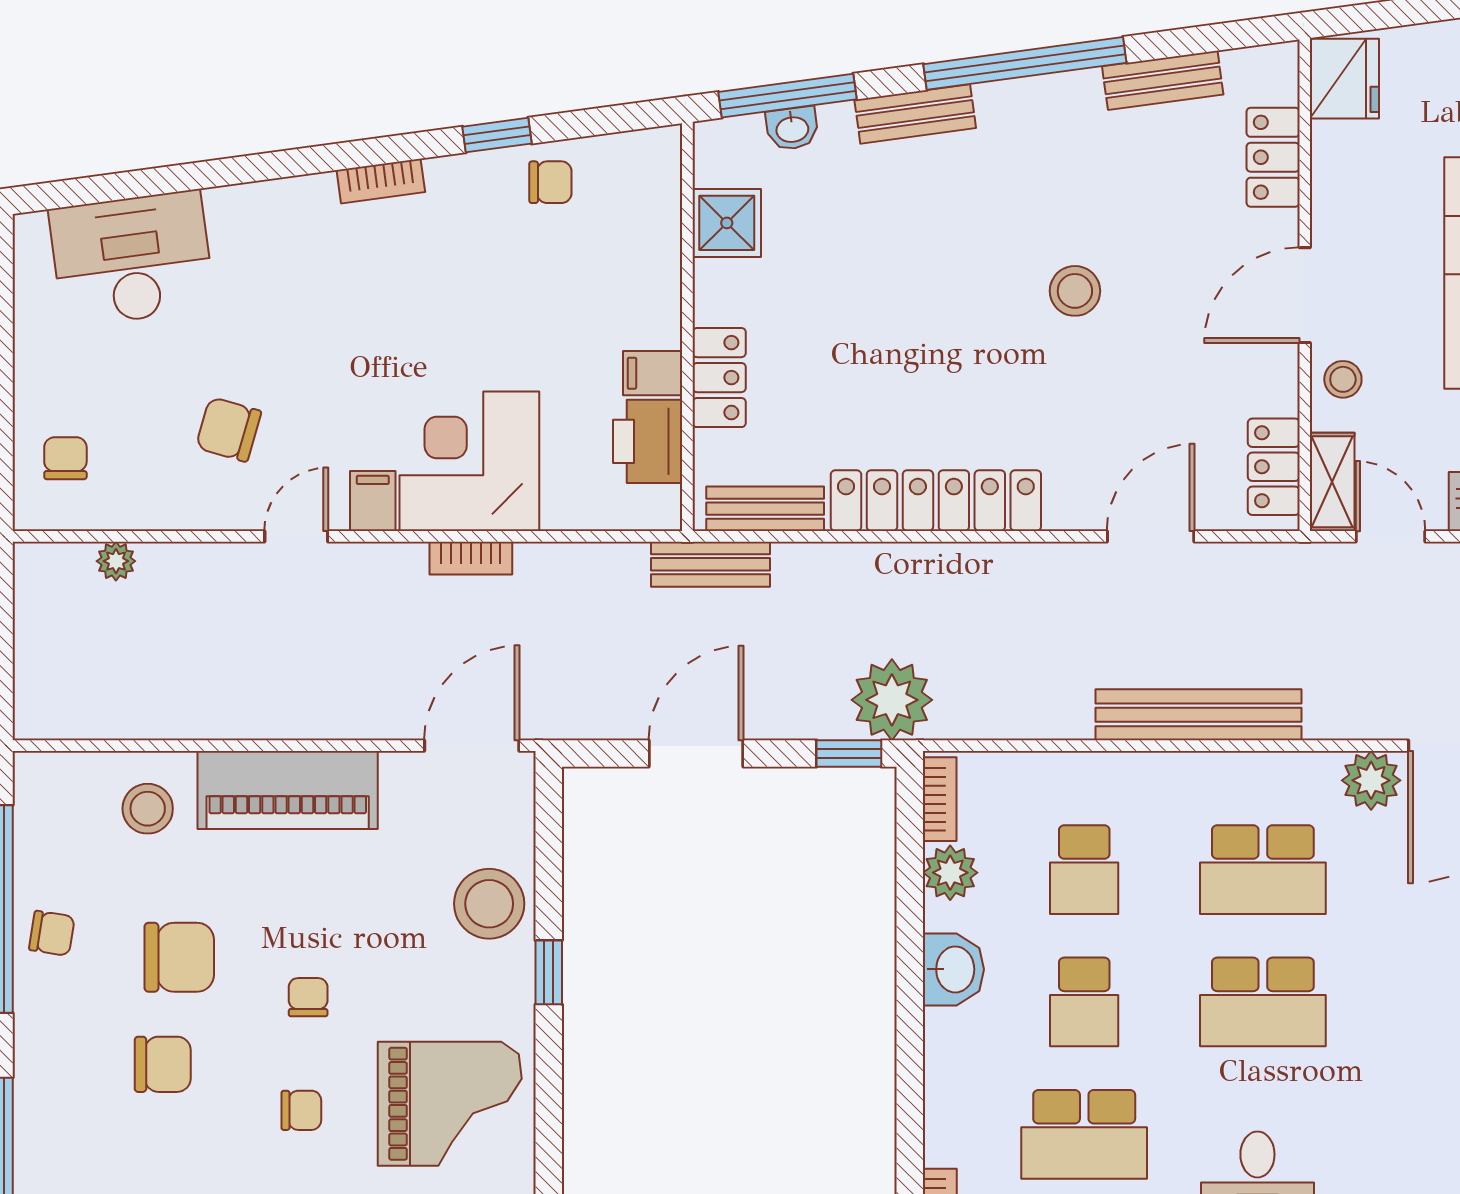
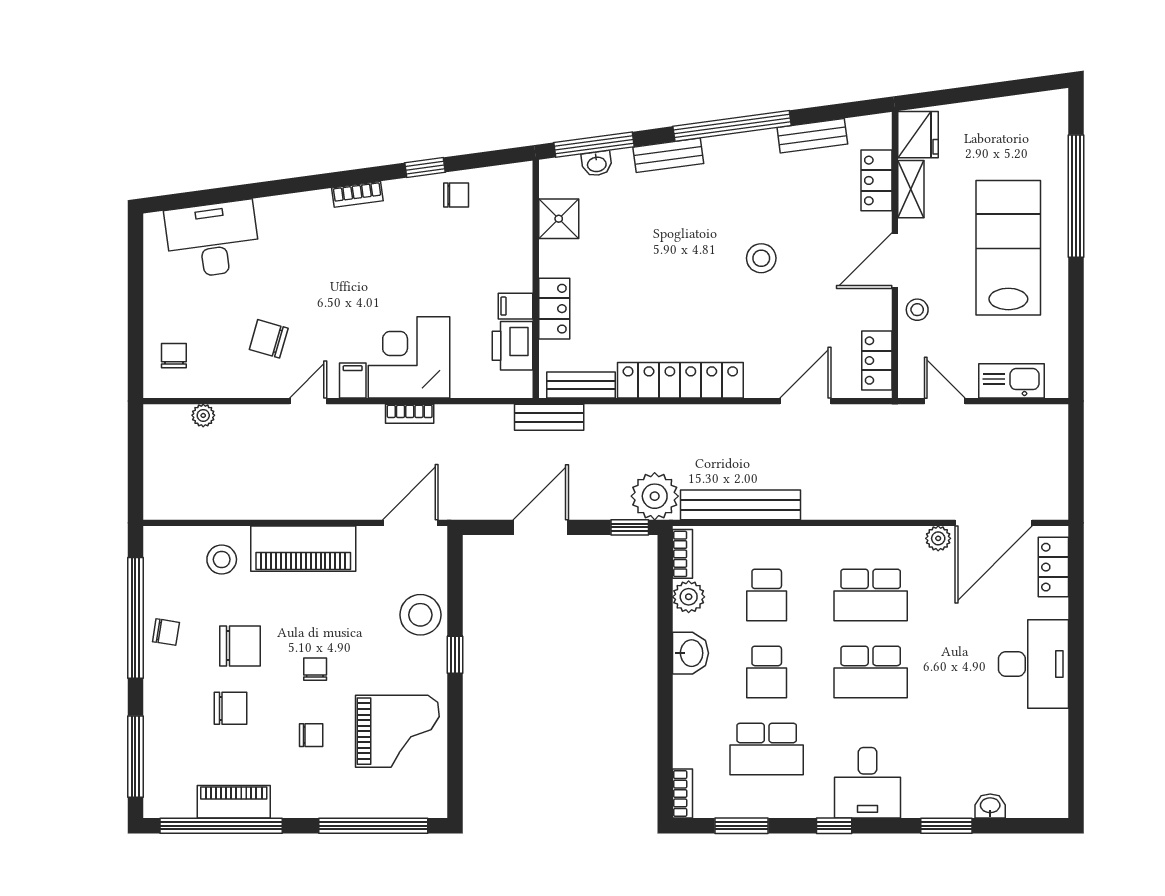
shelving: (1332, 482) -> (911, 189), moved
bench: (1198, 715) -> (741, 505), moved
plant: (1371, 780) -> (938, 538), width x0.73, depth x0.73

